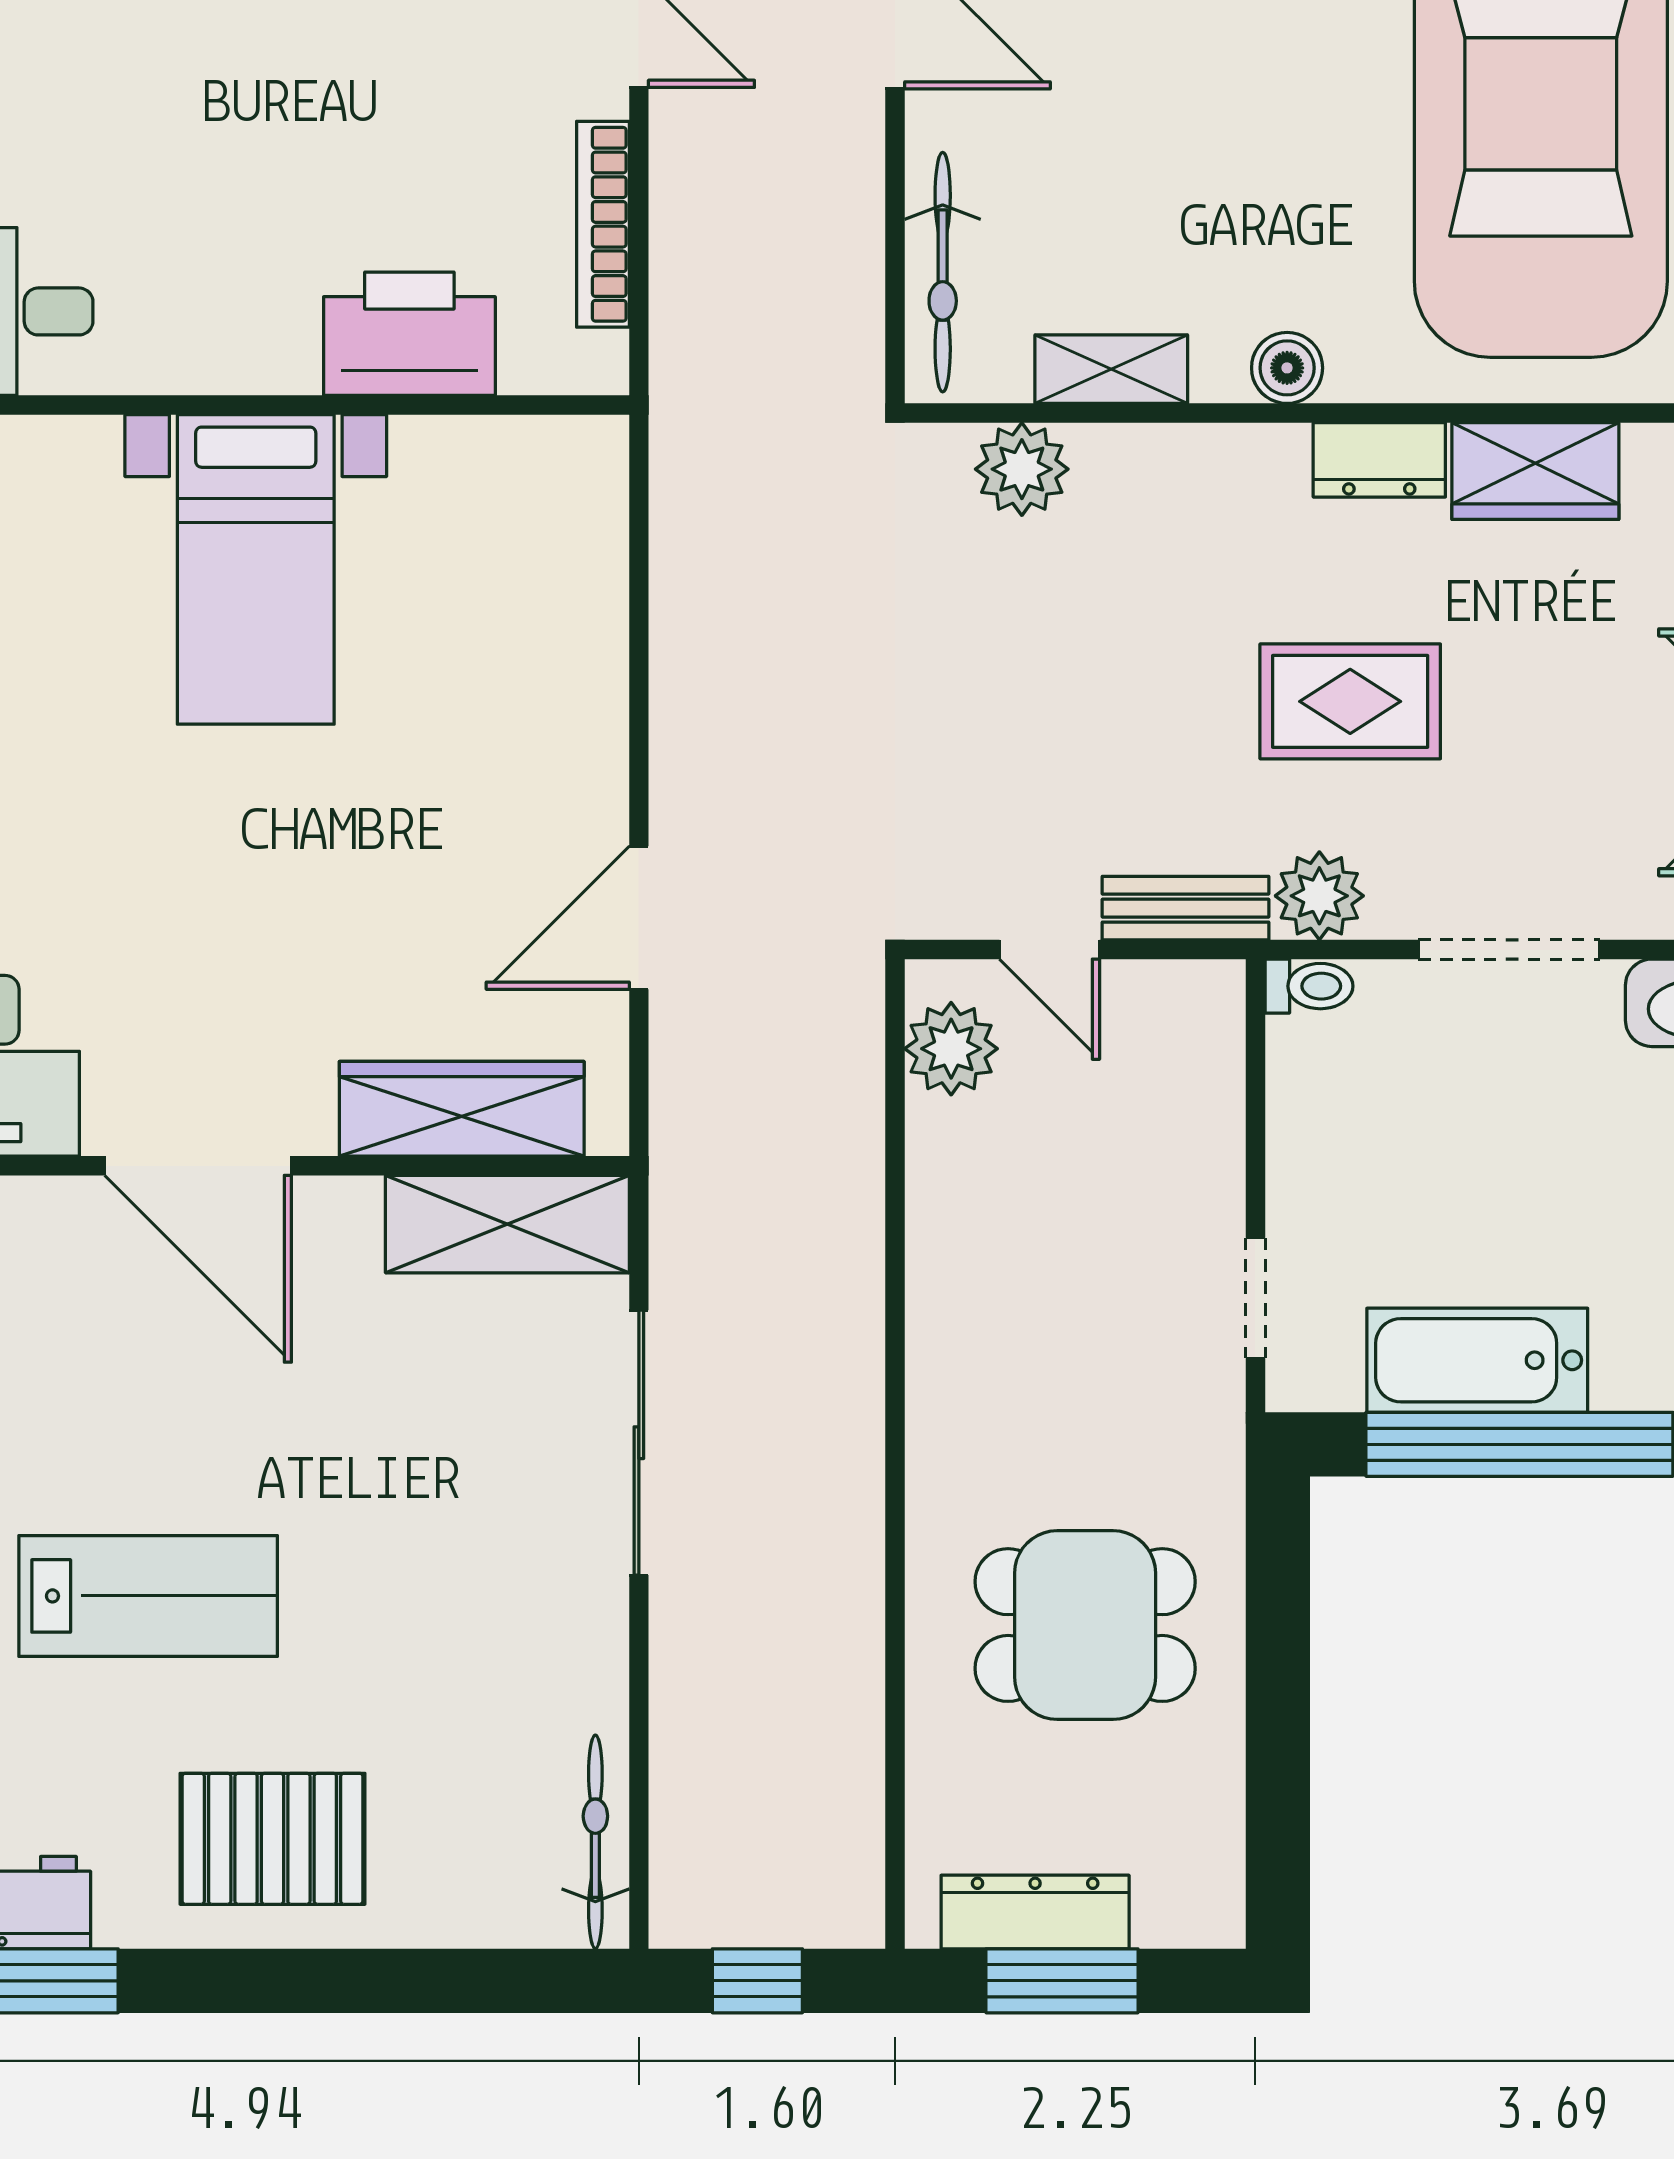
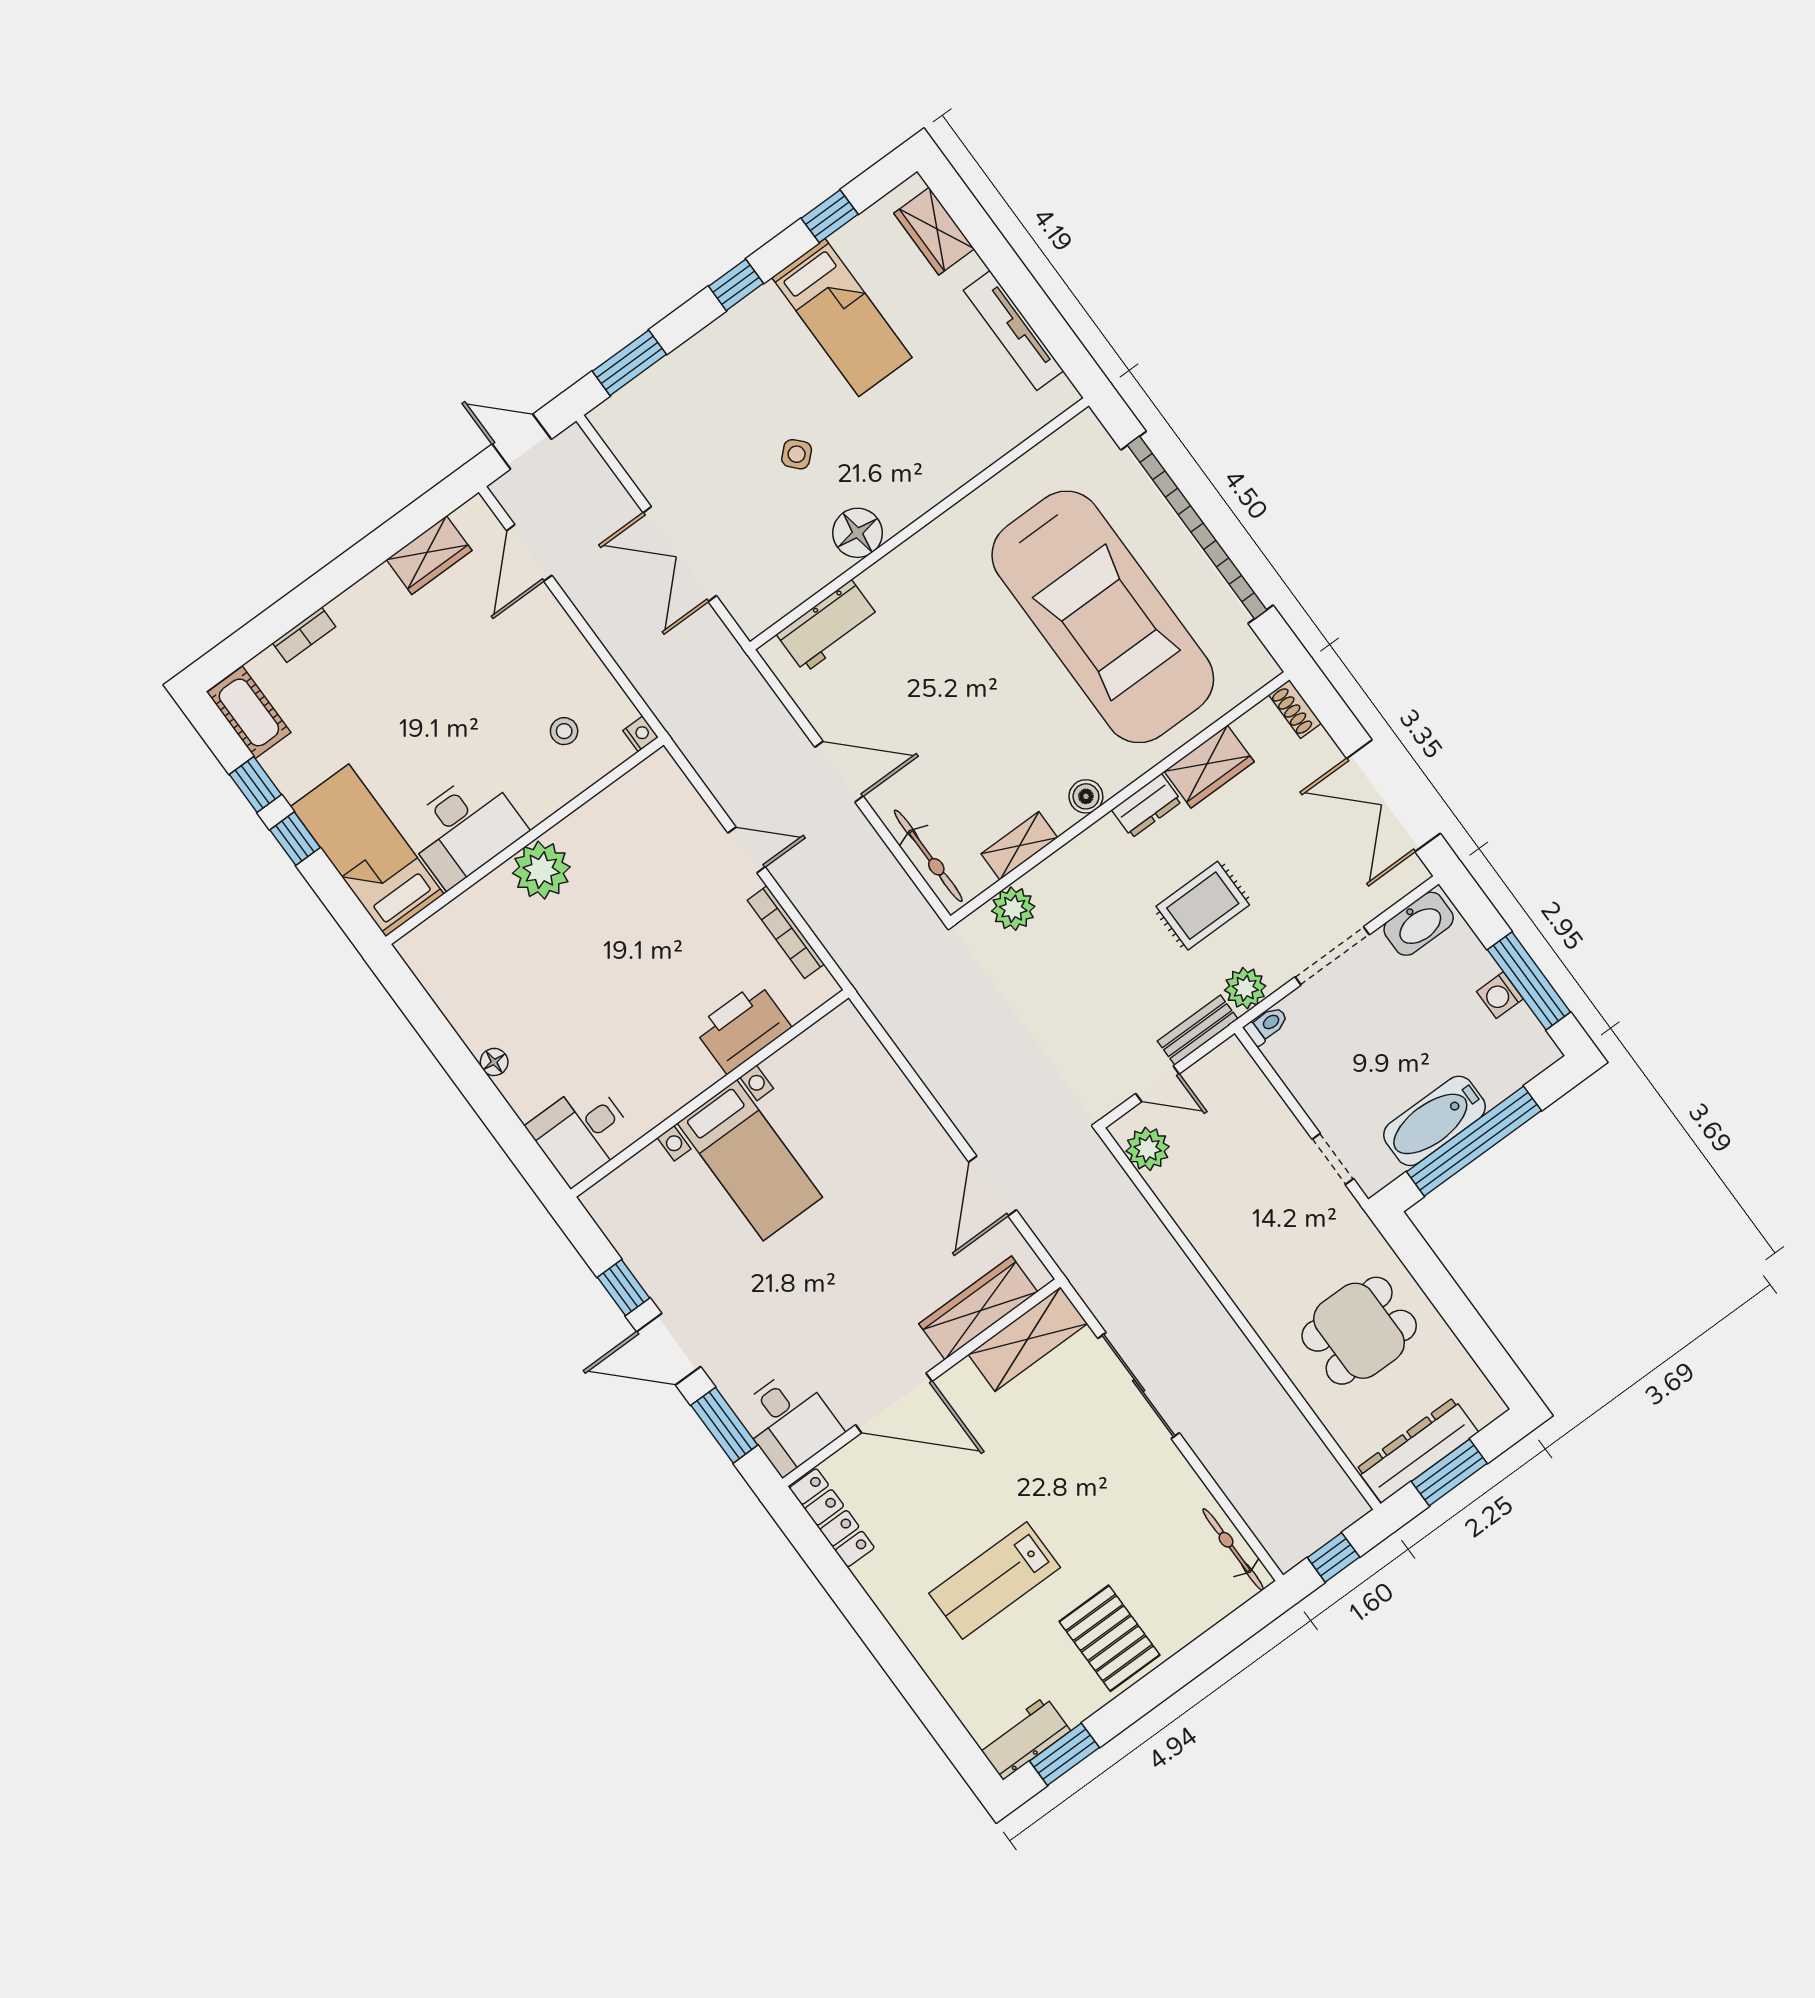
lab bench: (148, 1596) -> (995, 1580), turned 180
pallet: (273, 1839) -> (1110, 1638), turned 90
dresser: (1035, 1912) -> (1417, 1450), width x1.37, depth x1.24

